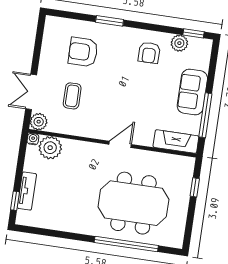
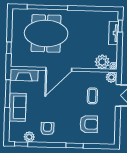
door: (120, 144) -> (59, 69), width x1.88

